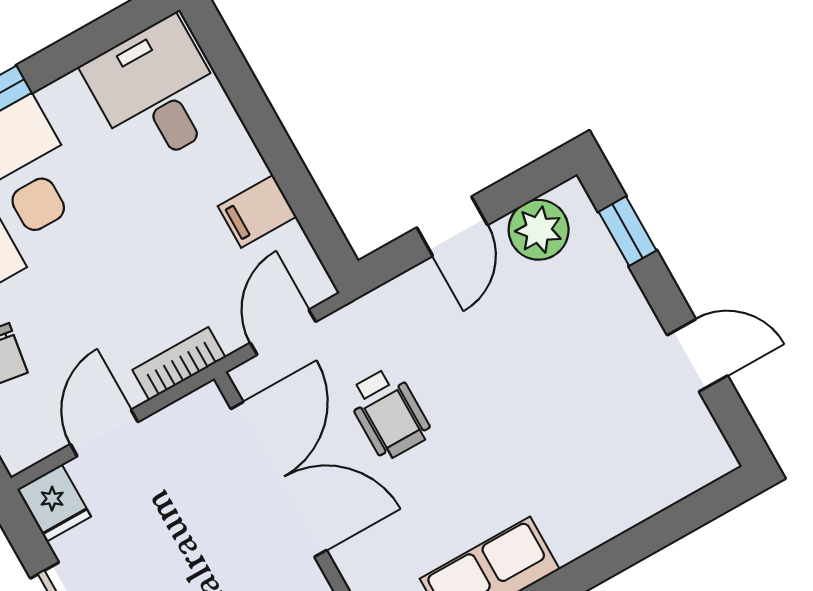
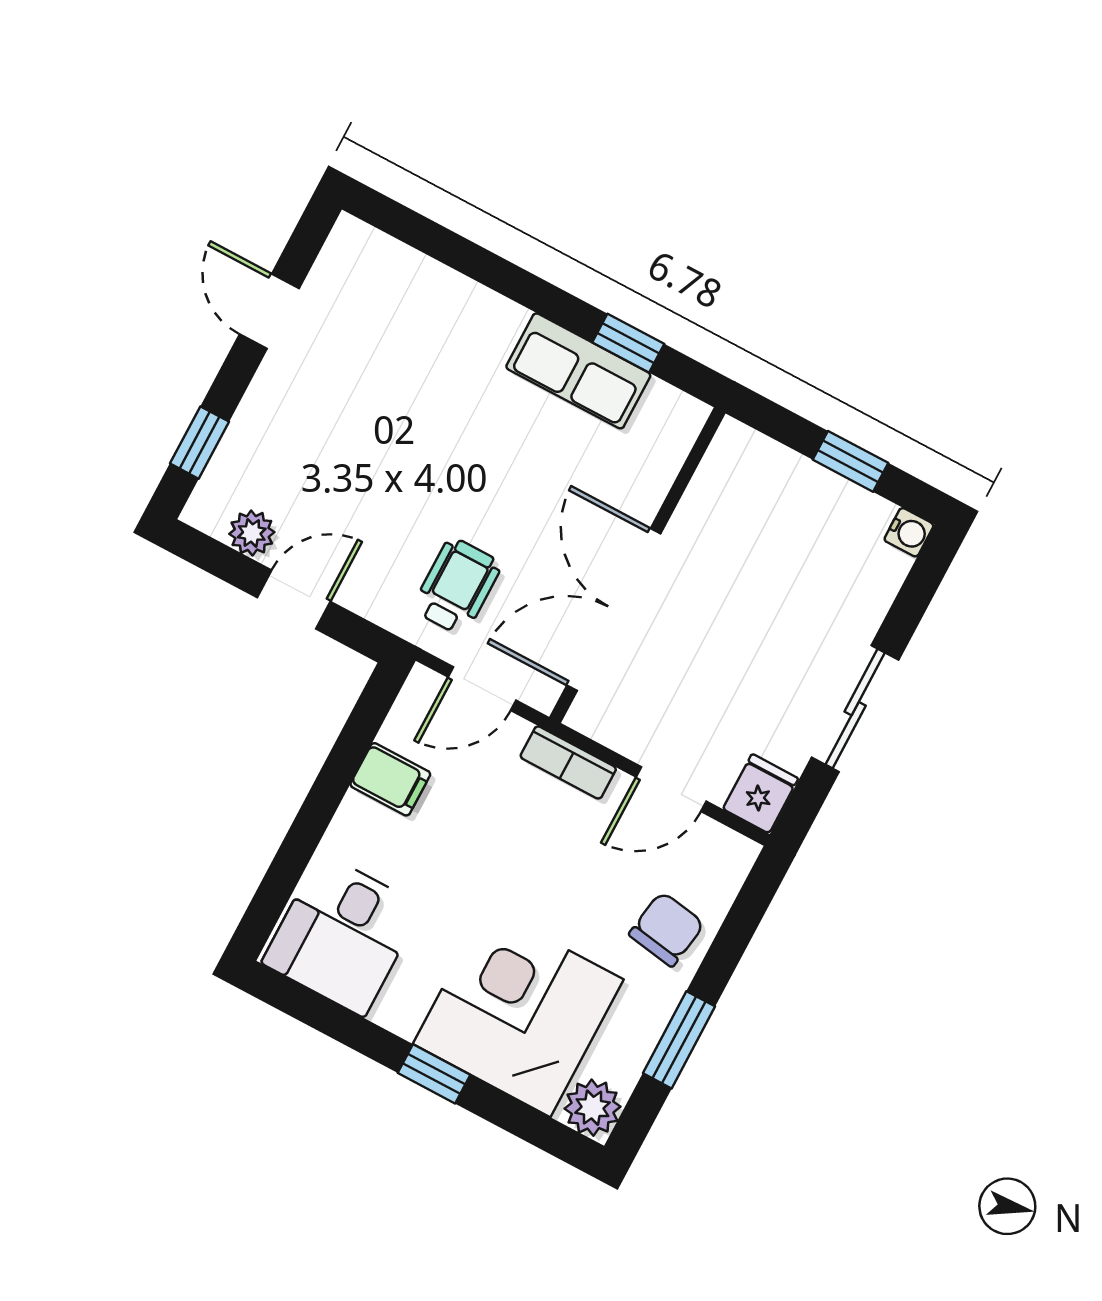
plant: (539, 230) -> (252, 533), width x0.73, depth x0.73
wheelchair: (389, 413) -> (457, 586), moved

